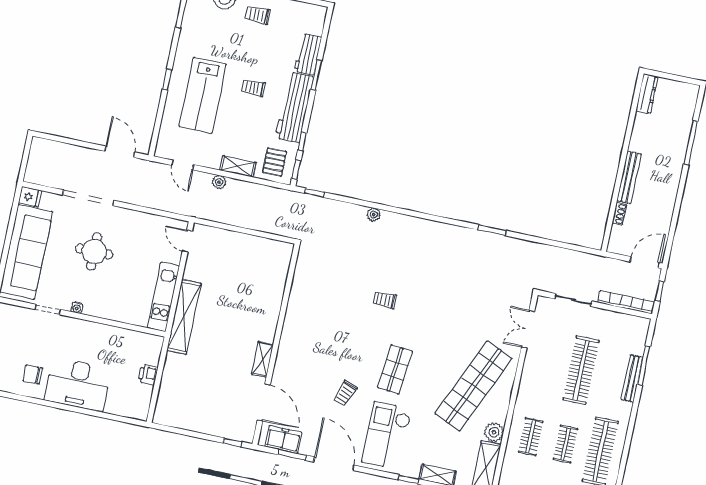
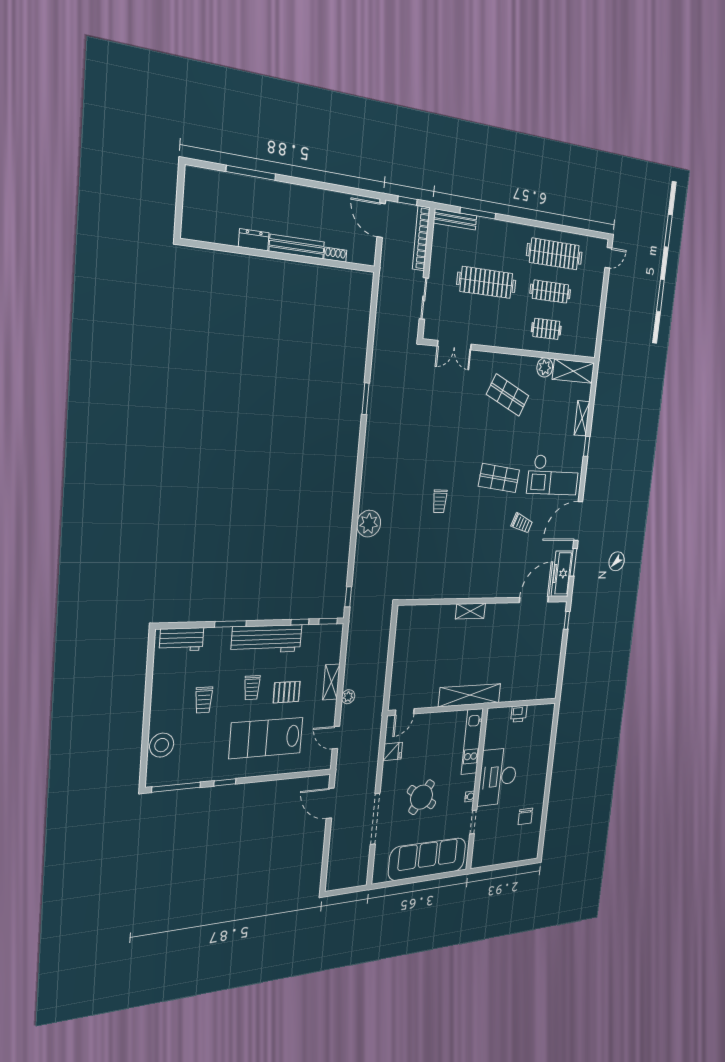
trolley: (258, 15) -> (204, 700), moved
workbench: (308, 54) -> (182, 640), moved
window: (167, 80) -> (225, 782), moved
dresser: (647, 94) -> (254, 240), moved, width x0.70
lab bench: (203, 95) -> (266, 738), turned 180
door: (120, 152) -> (330, 803), hinge flipped
pallet: (275, 162) -> (287, 692), moved
door: (183, 165) -> (336, 738), swing flipped
fridge: (30, 197) -> (393, 752), moved, turned 90
plant: (374, 214) -> (369, 524), width x1.88, depth x1.88
round table: (94, 251) -> (422, 797), turned 34
kitchen unit: (163, 297) -> (472, 741), moved, turned 90
shelving: (263, 359) -> (470, 611), moved
bench: (632, 378) -> (455, 219), moved
desk: (78, 384) -> (498, 777), moved, turned 180
shop shelf: (474, 386) -> (508, 395), width x0.50, depth x0.74
freezer: (283, 439) -> (562, 573), width x1.40
clothes rail: (565, 444) -> (550, 292), width x1.36

